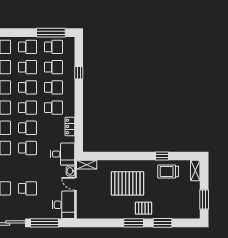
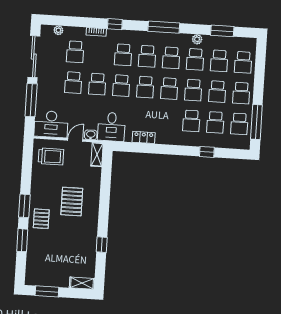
school desk: (53, 108) -> (97, 84), moved
trolley: (168, 171) -> (51, 156), moved, turned 90
pallet: (127, 183) -> (72, 202), width x0.73, depth x0.71

